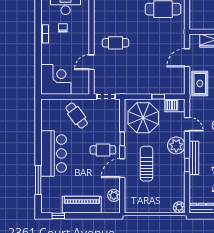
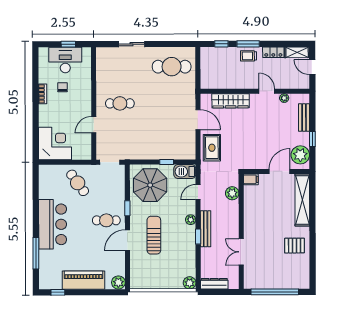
door: (187, 58) -> (198, 120), swing flipped
door: (187, 124) -> (198, 192), swing flipped
plant: (176, 145) -> (191, 220), width x0.53, depth x0.53
plant: (114, 195) -> (118, 282), moved

